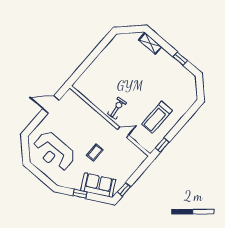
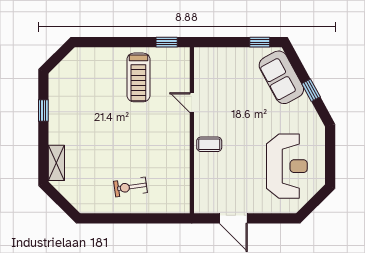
exercise bike: (117, 108) -> (130, 187), moved
treadmill: (157, 117) -> (138, 77), turned 90
coffee table: (95, 152) -> (209, 144), moved

